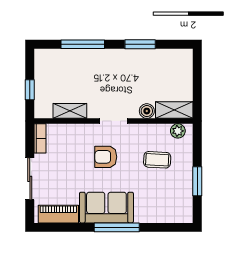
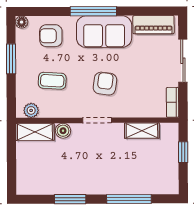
armchair: (106, 157) -> (105, 84), turned -82
armchair: (158, 204) -> (51, 36), added
floor lamp: (187, 217) -> (22, 22), added

